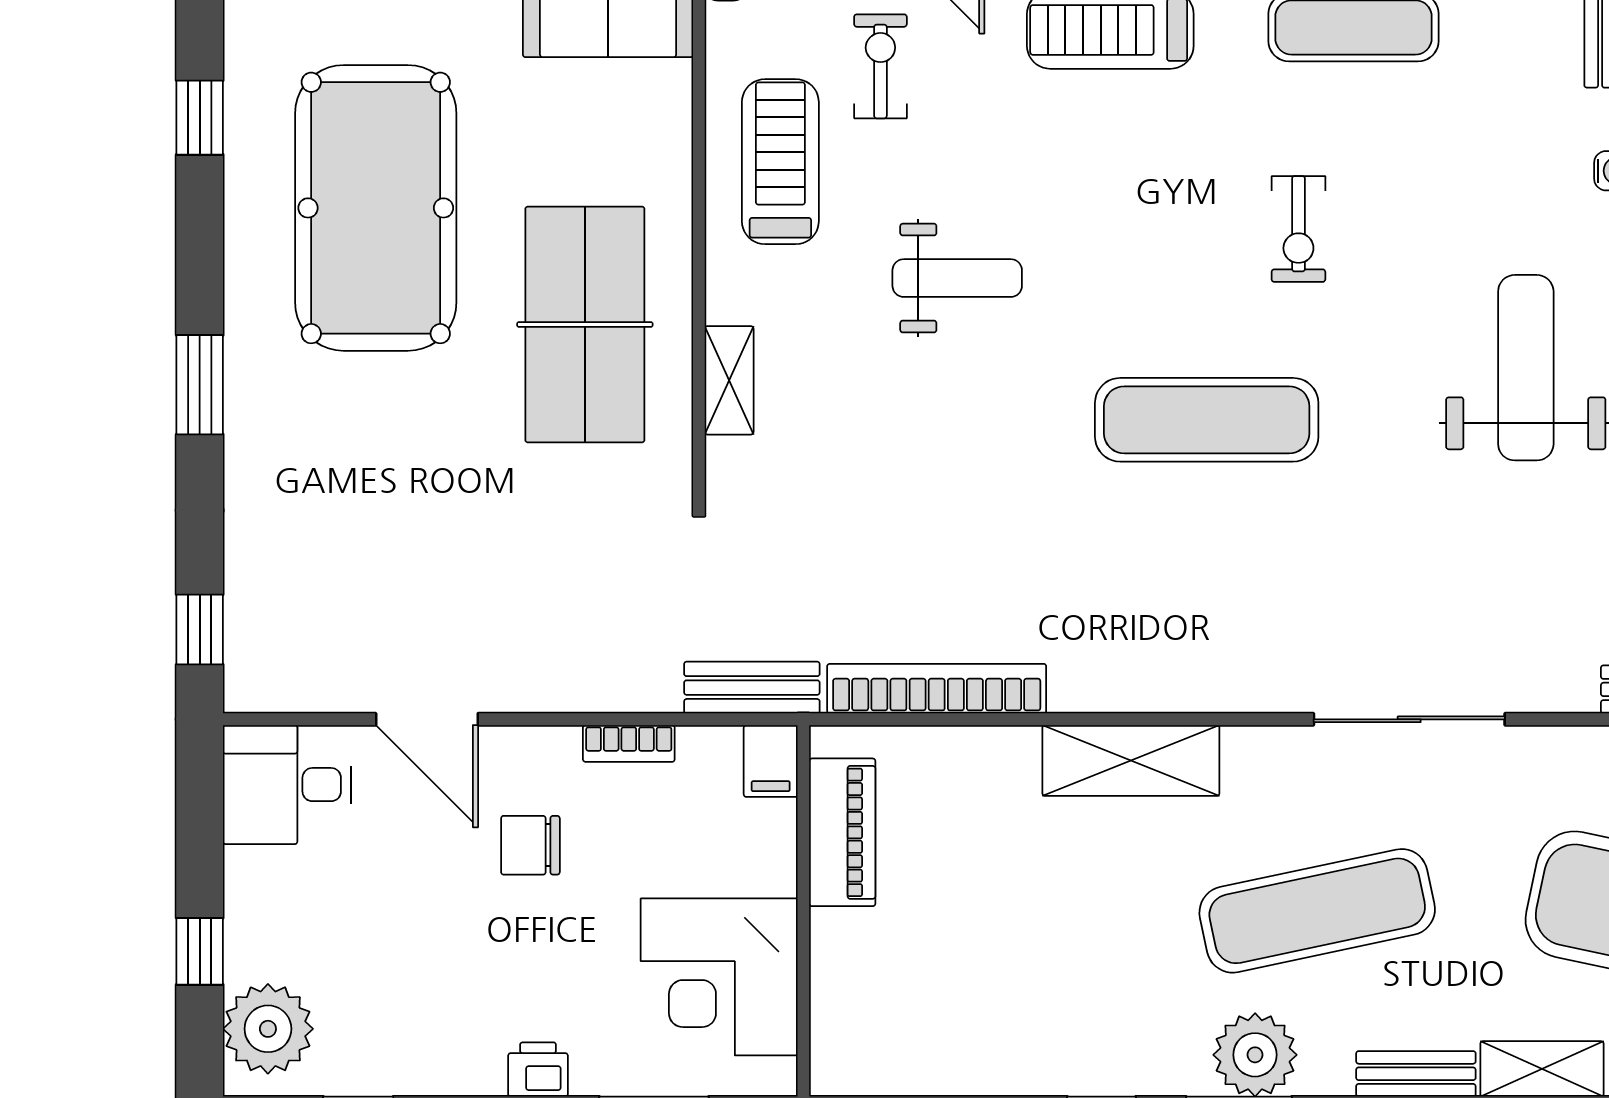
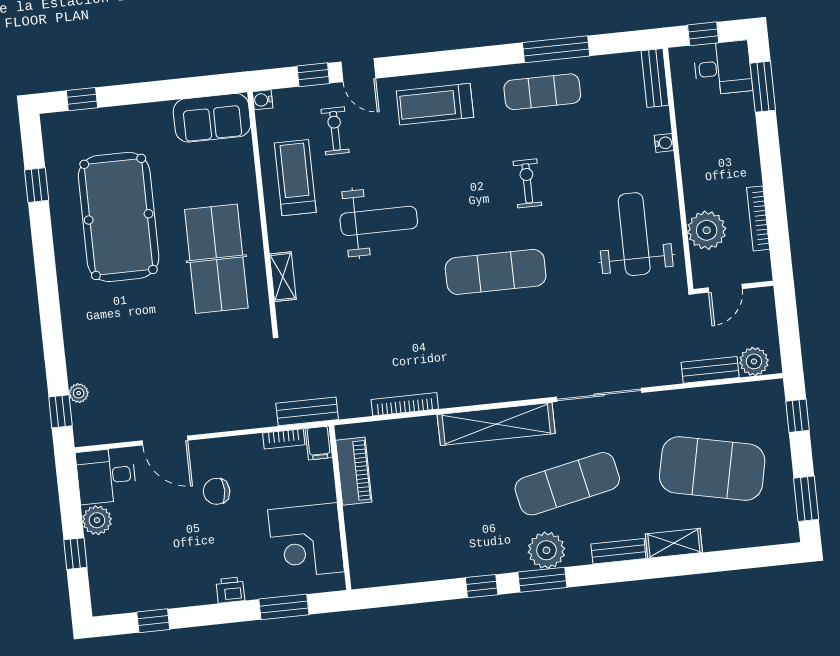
exercise bike: (1298, 229) -> (527, 183), turned 180
weight bench: (957, 278) -> (379, 221), width x1.36, depth x1.33
window: (200, 385) -> (49, 303), removed
plant: (245, 593) -> (79, 393), added
bookcase: (937, 689) -> (405, 404), width x0.68, depth x0.76
bookcase: (629, 743) -> (284, 439), moved
shelving: (1131, 760) -> (496, 424), width x1.47
plant: (268, 1029) -> (97, 520), moved, width x0.73, depth x0.73

